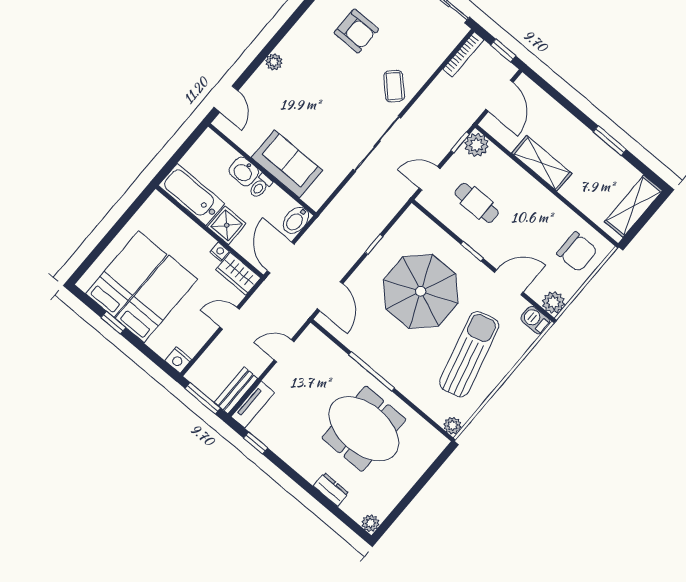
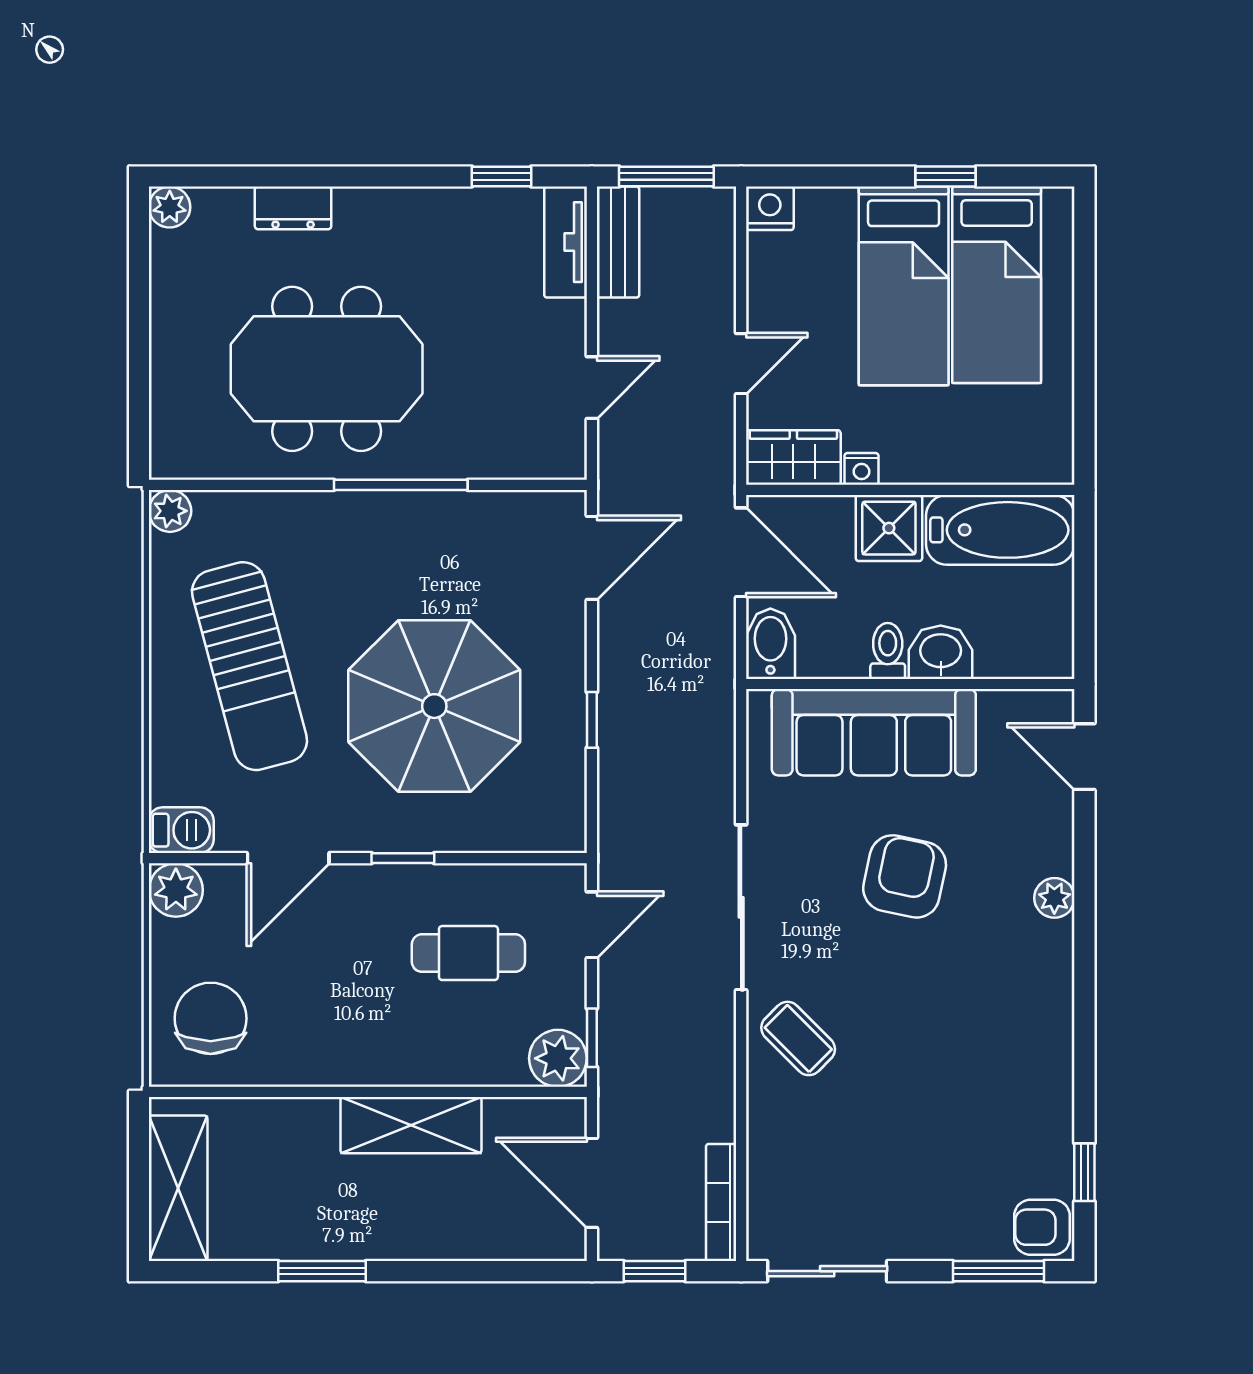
armchair: (356, 31) -> (905, 876), moved, turned 102
sofa: (287, 164) -> (874, 732), width x1.36
chair: (577, 252) -> (211, 1018), turned 90
door: (330, 296) -> (592, 558), swing flipped

